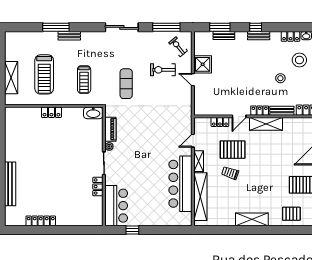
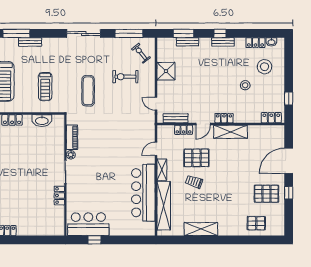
door: (193, 80) -> (156, 104), moved
bench: (282, 111) -> (176, 118), moved
washbasin: (93, 113) -> (42, 121), moved
bar counter: (116, 206) -> (88, 224), moved, turned -90
shelving: (252, 219) -> (201, 229), moved

